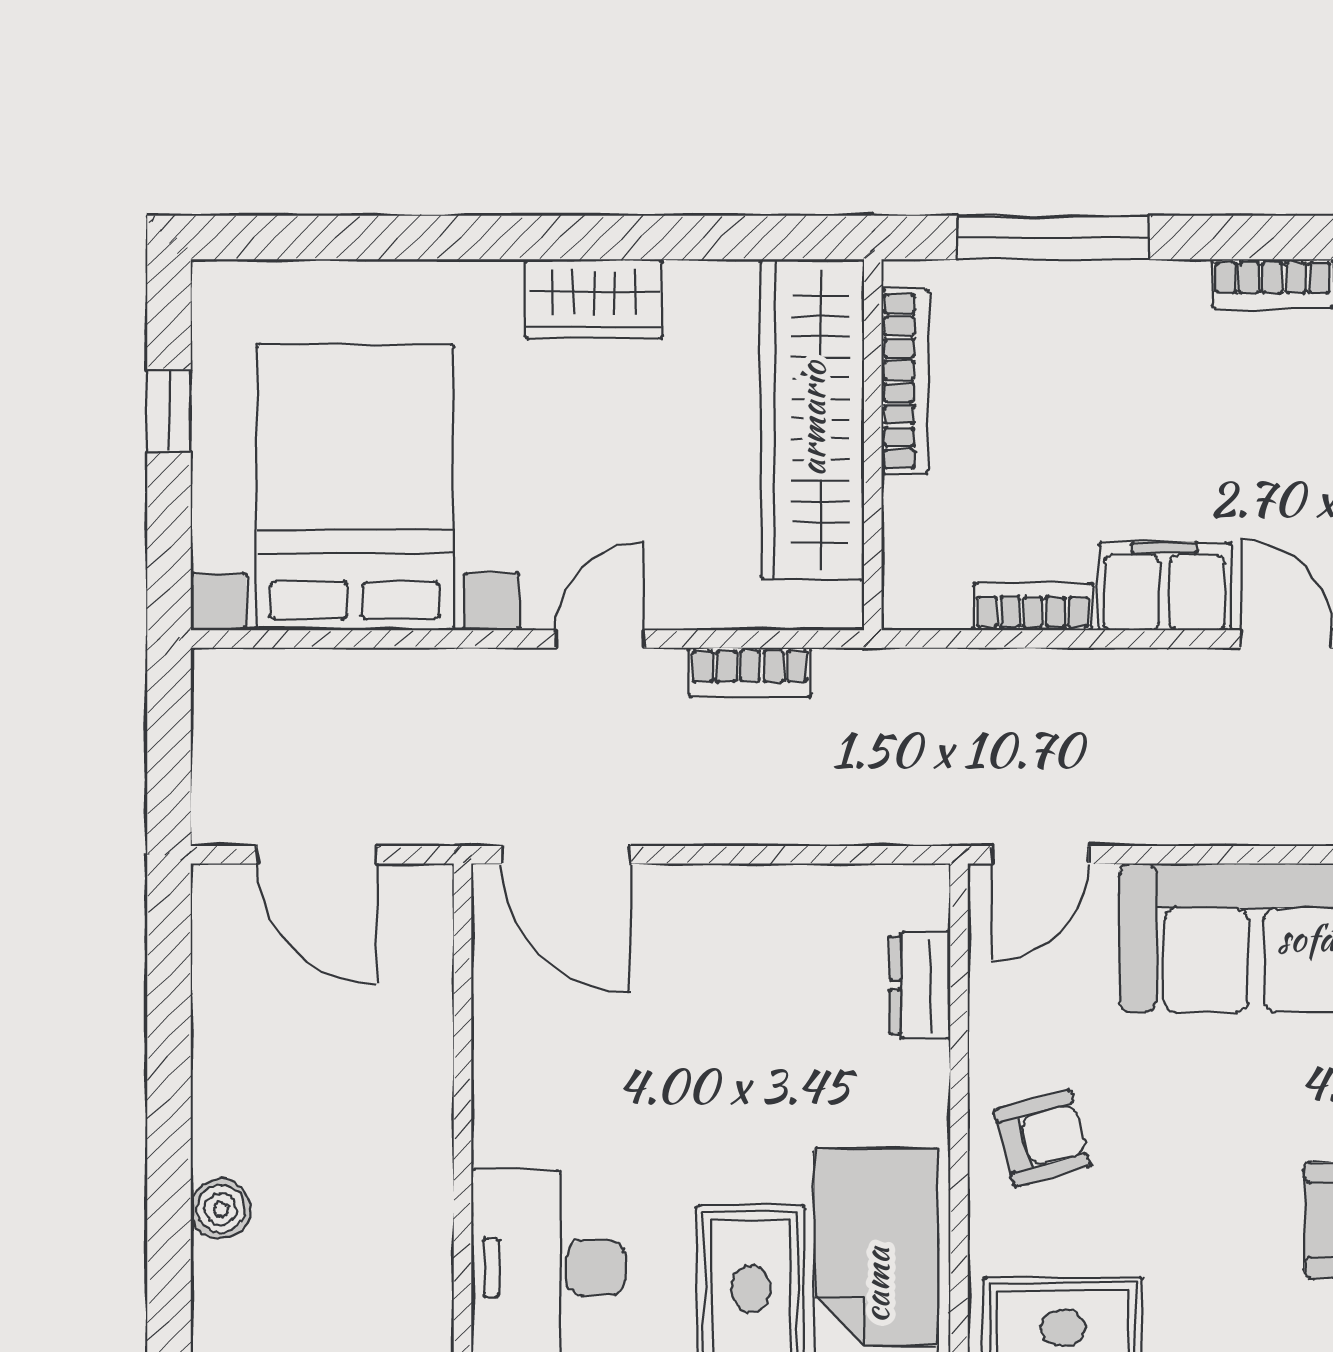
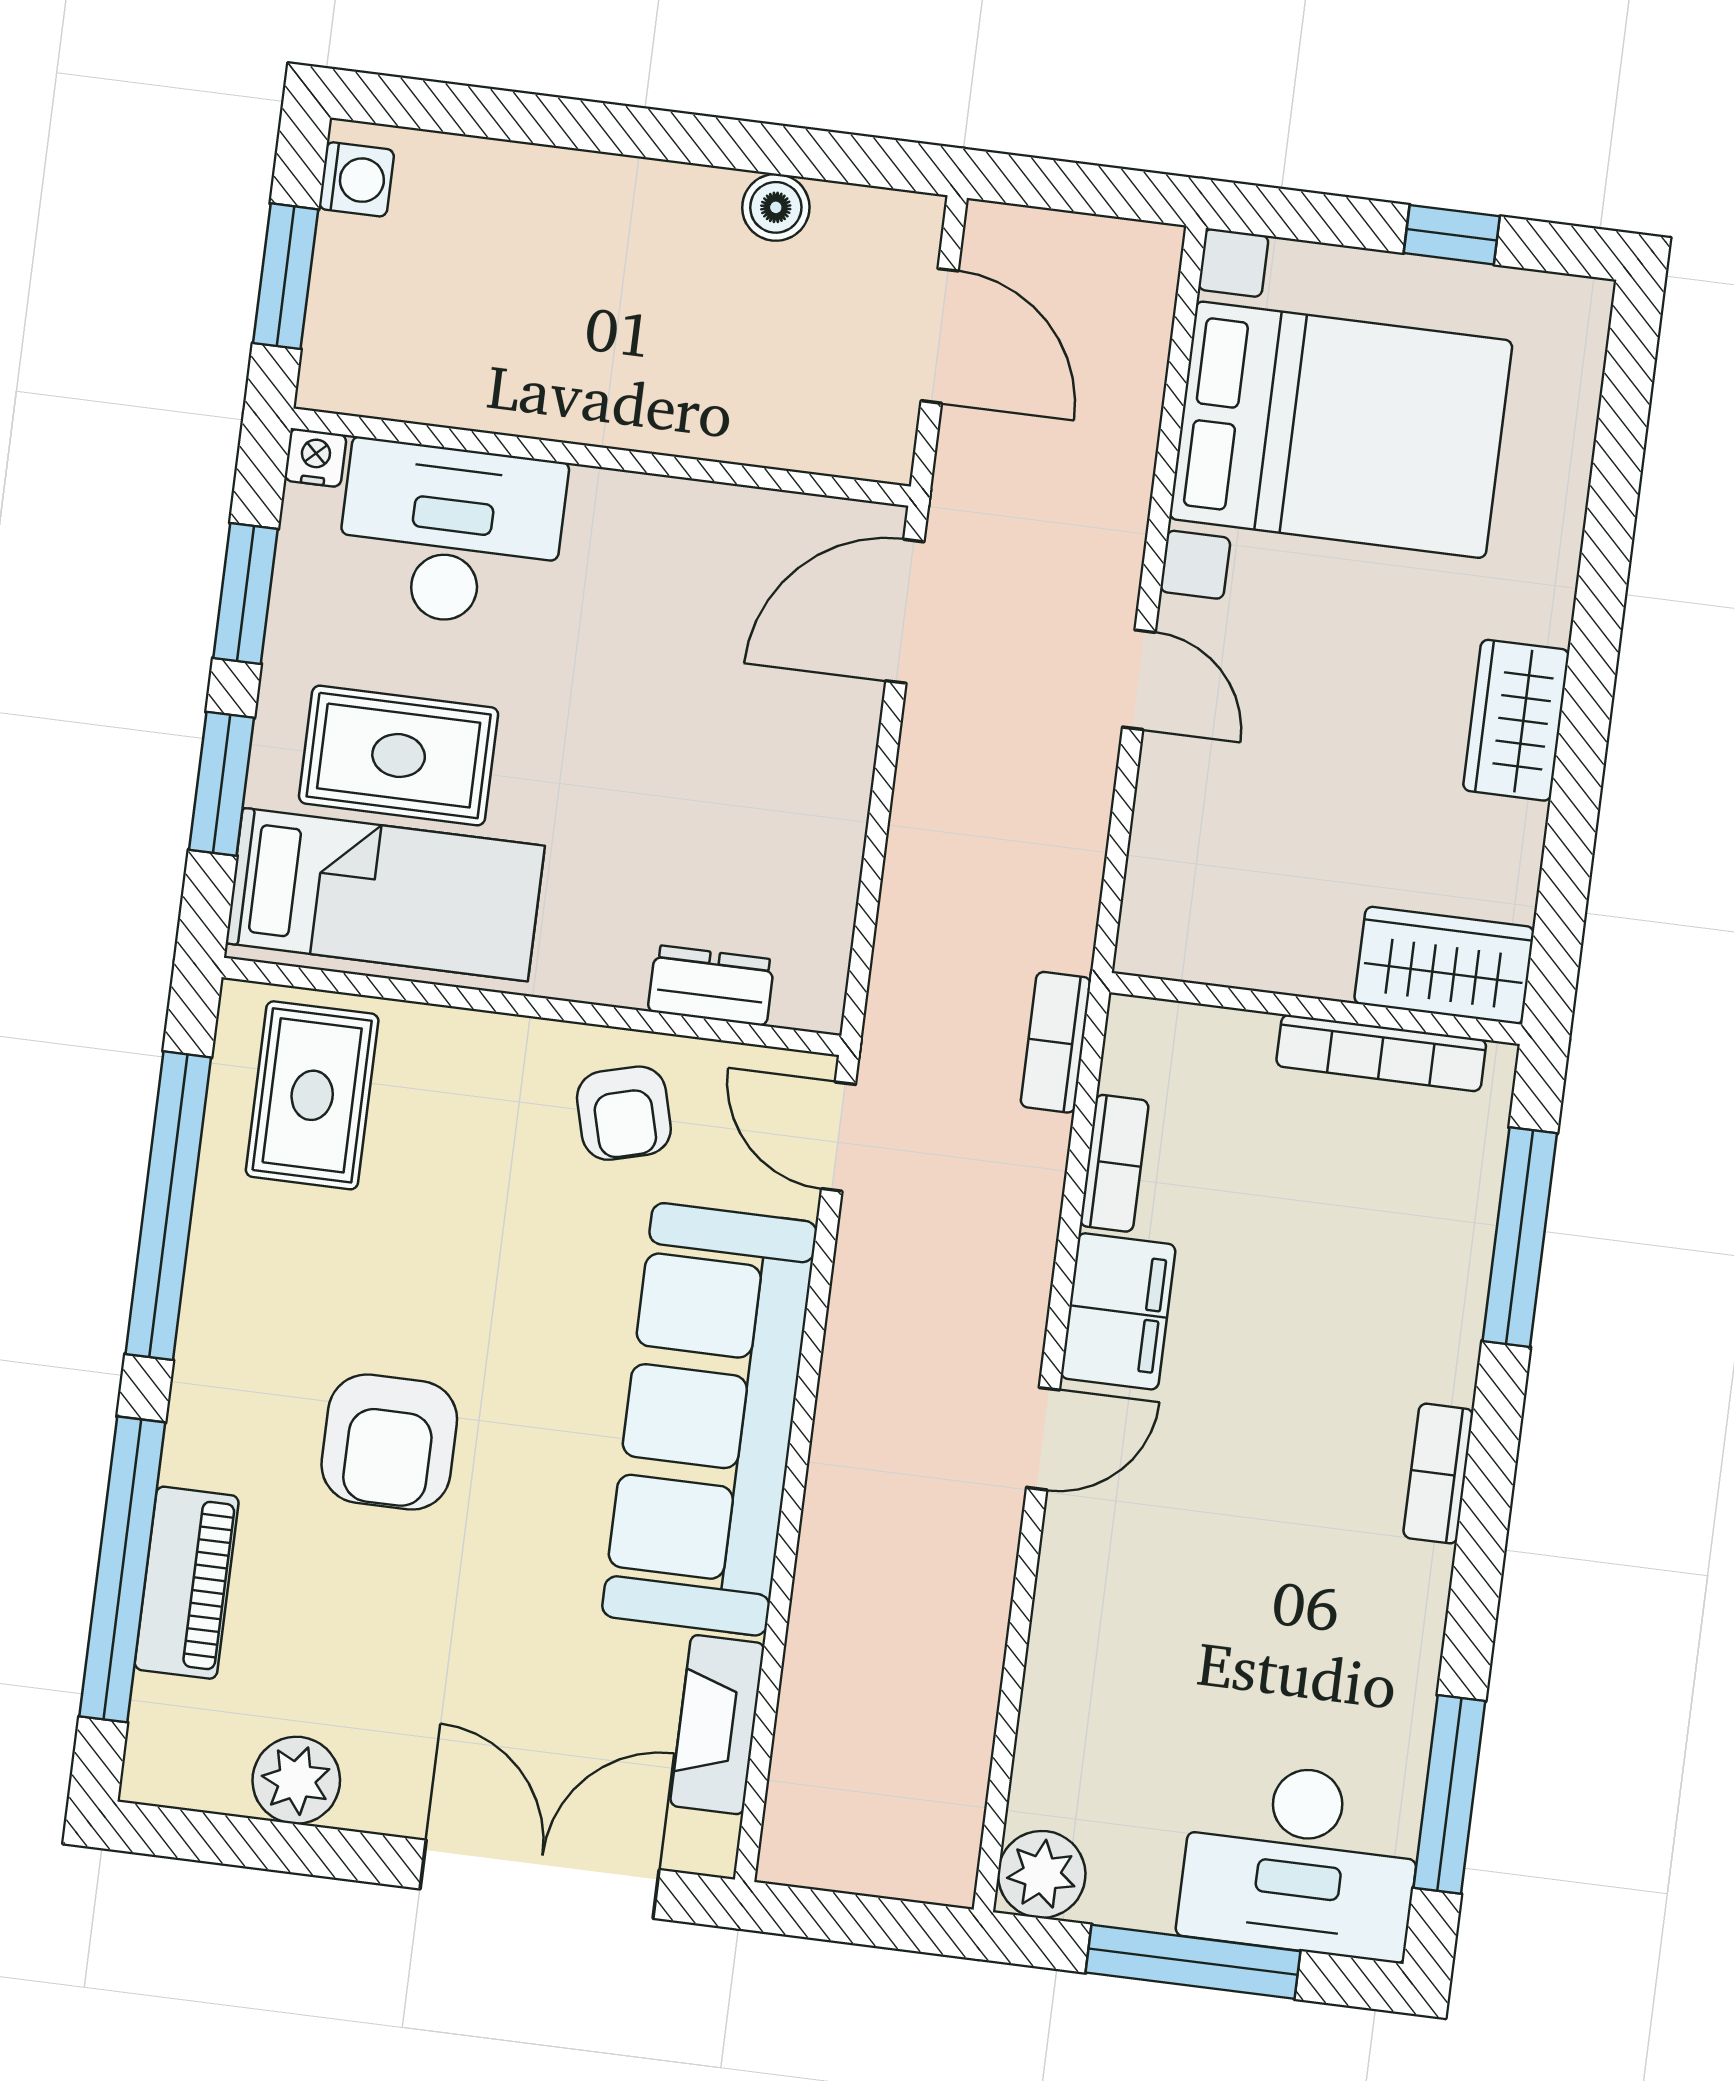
wardrobe: (812, 419) -> (1444, 965), width x0.48, depth x0.85
bookcase: (750, 672) -> (1056, 1042), moved
door: (317, 855) -> (940, 336), swing flipped
armchair: (1042, 1138) -> (624, 1113), moved
boiler: (221, 1209) -> (776, 207), moved

